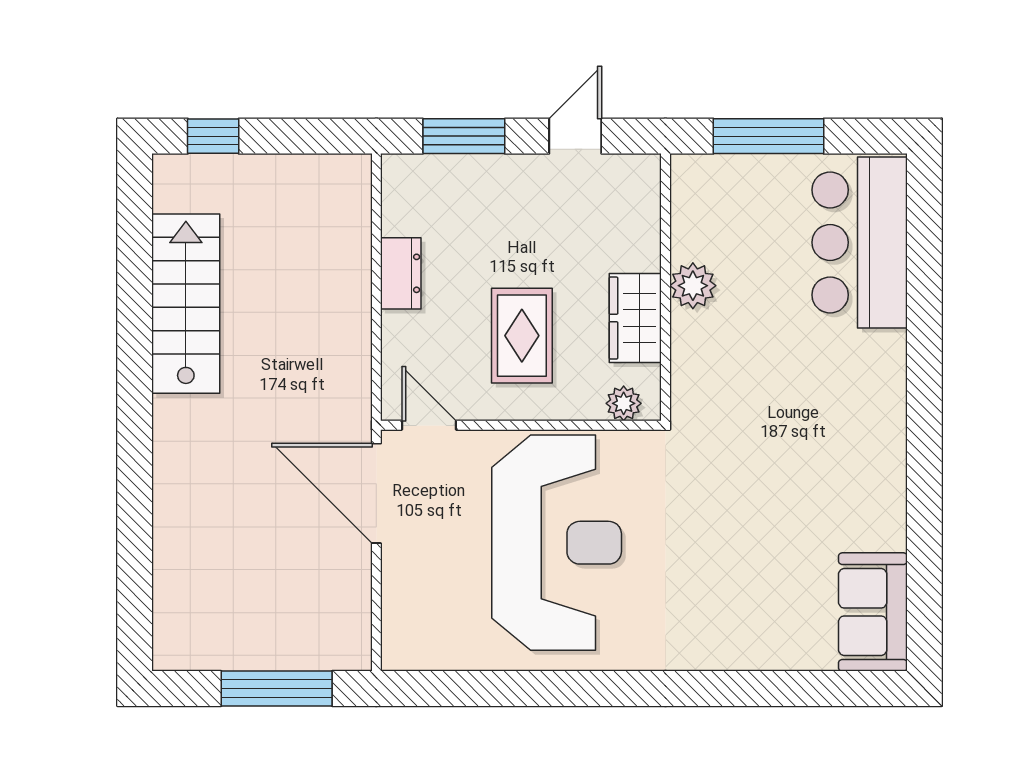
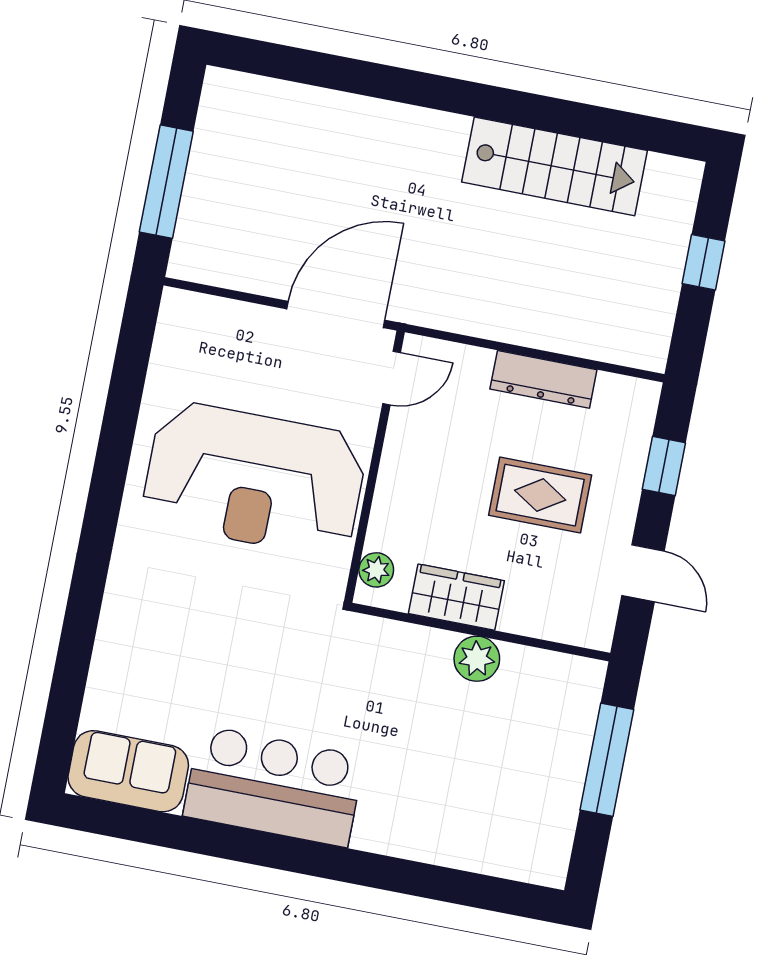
window: (213, 136) -> (704, 262), moved
window: (464, 136) -> (664, 466), width x0.67
bar counter: (860, 242) -> (274, 786), moved
dresser: (401, 273) -> (543, 379), width x1.44
rug: (522, 336) -> (540, 495), moved

